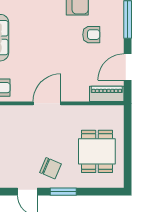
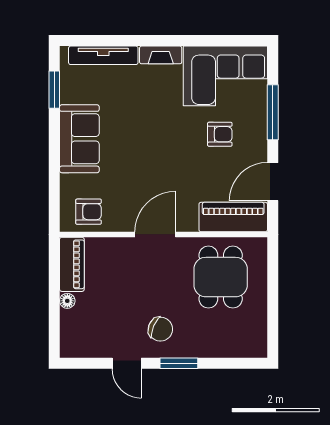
piano: (107, 94) -> (233, 217), width x1.37, depth x1.33
dining table: (97, 151) -> (221, 277), moved

